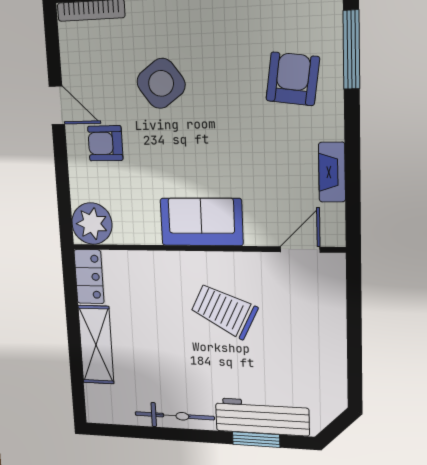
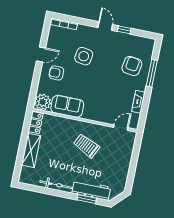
window: (351, 50) -> (152, 73), moved
side table: (161, 83) -> (84, 56), turned 45
door: (57, 105) -> (41, 55), hinge flipped
sofa: (201, 222) -> (67, 106), moved

